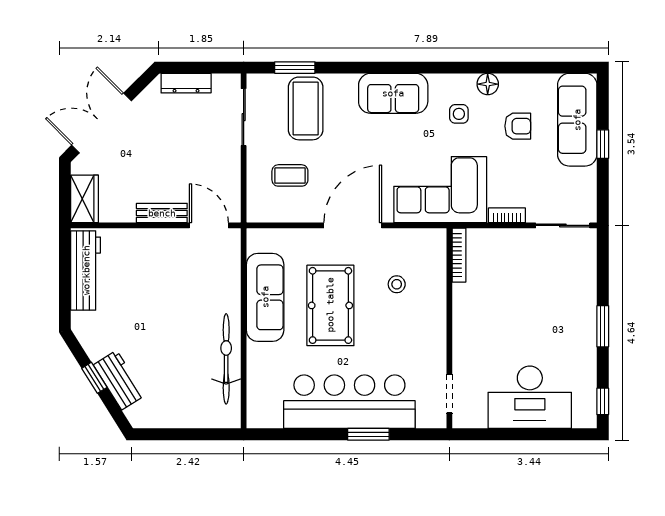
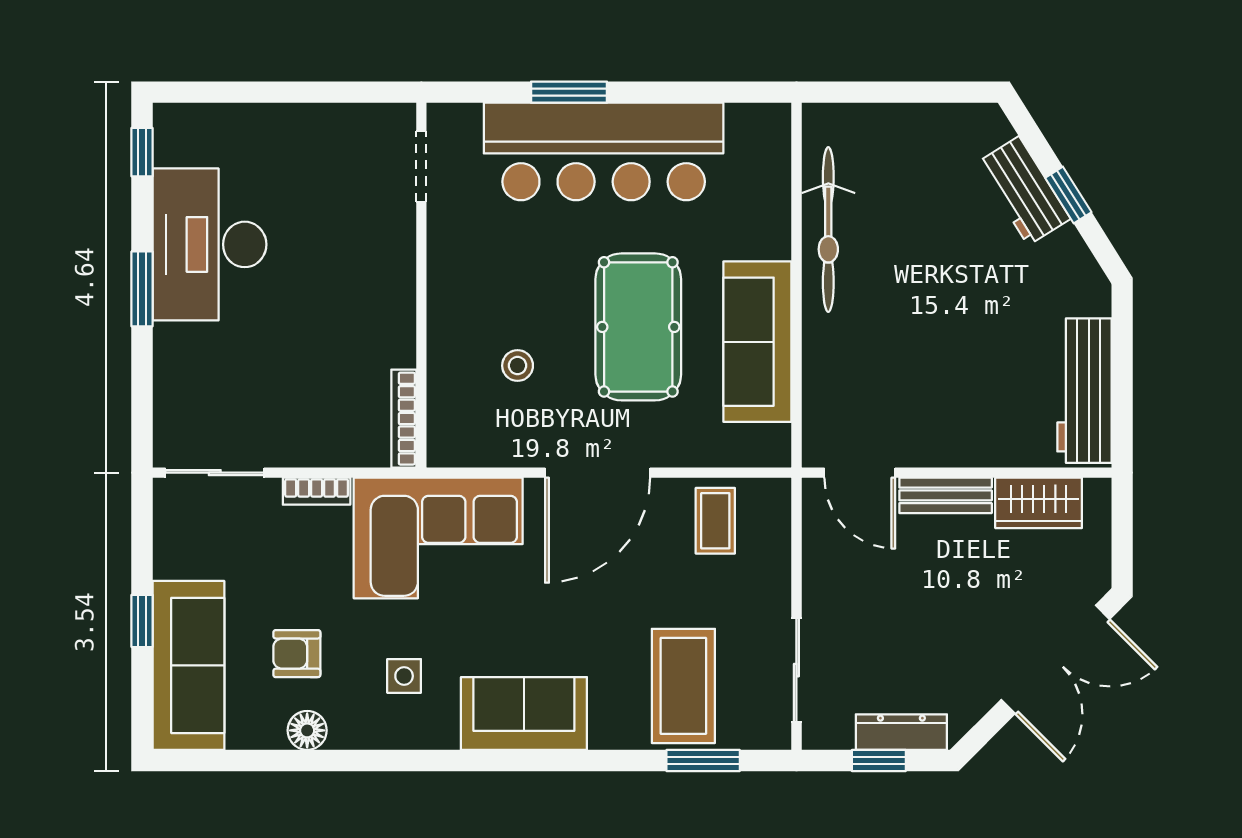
window: (198, 68) -> (879, 760), added
floor lamp: (488, 84) -> (307, 730), moved
coffee table: (290, 175) -> (715, 521), moved, turned 90
wardrobe: (84, 199) -> (1039, 503), moved, turned -90
desk: (530, 397) -> (209, 244), moved, turned -90

